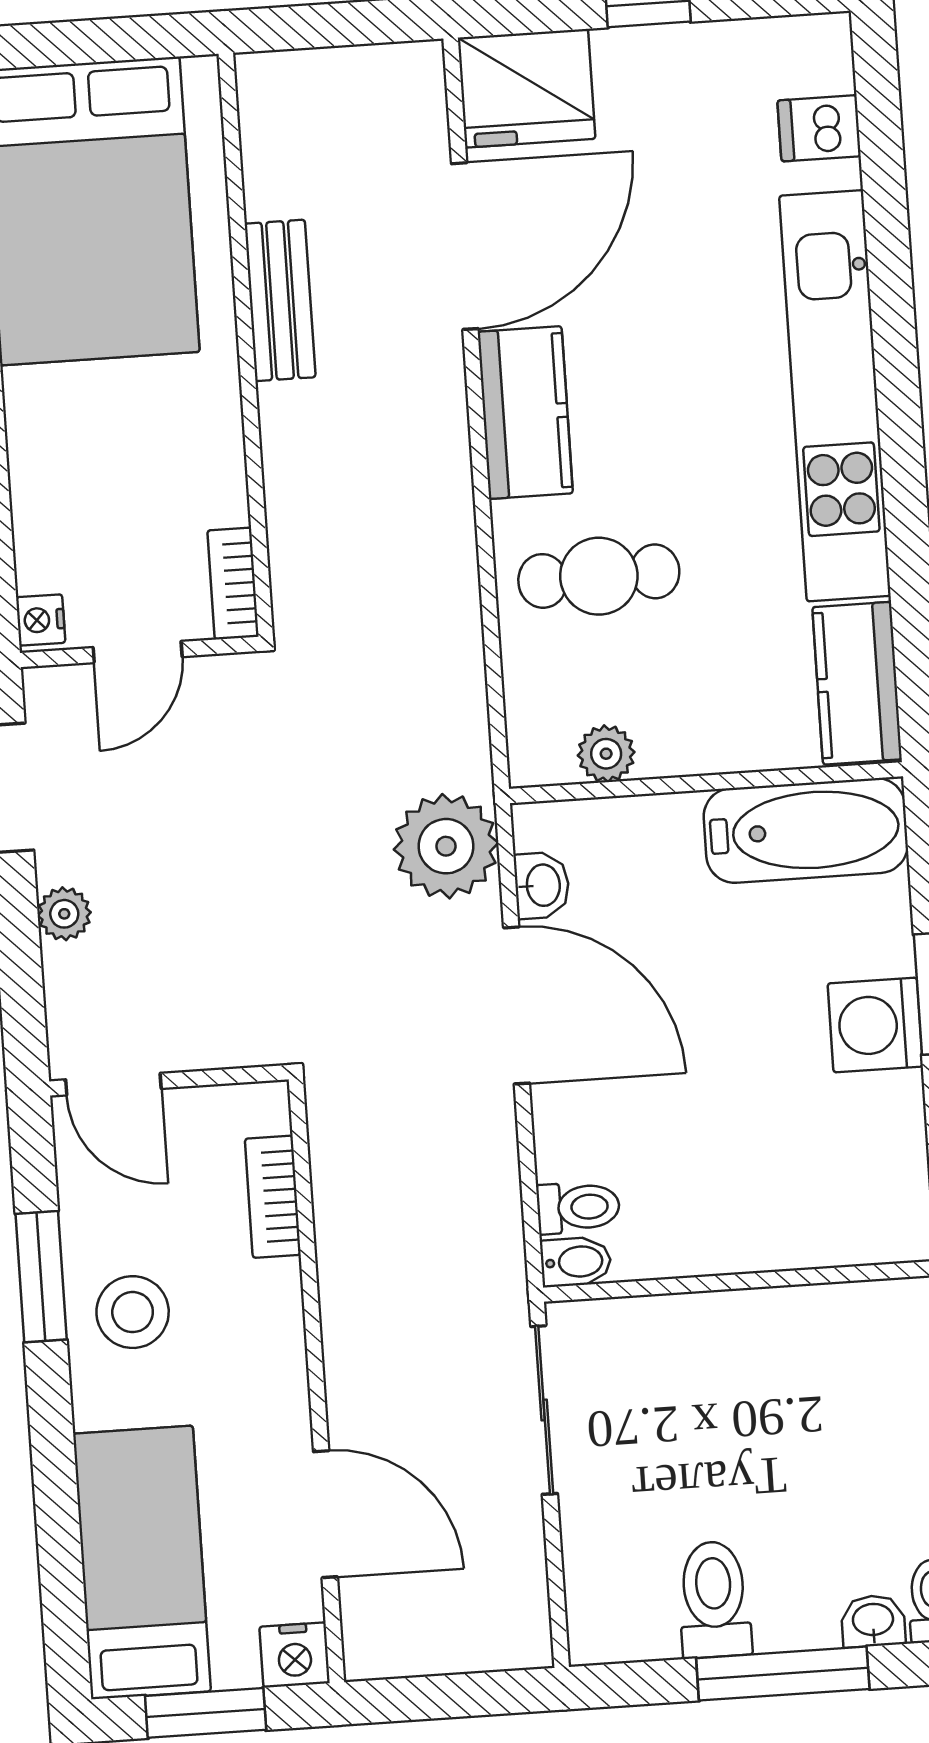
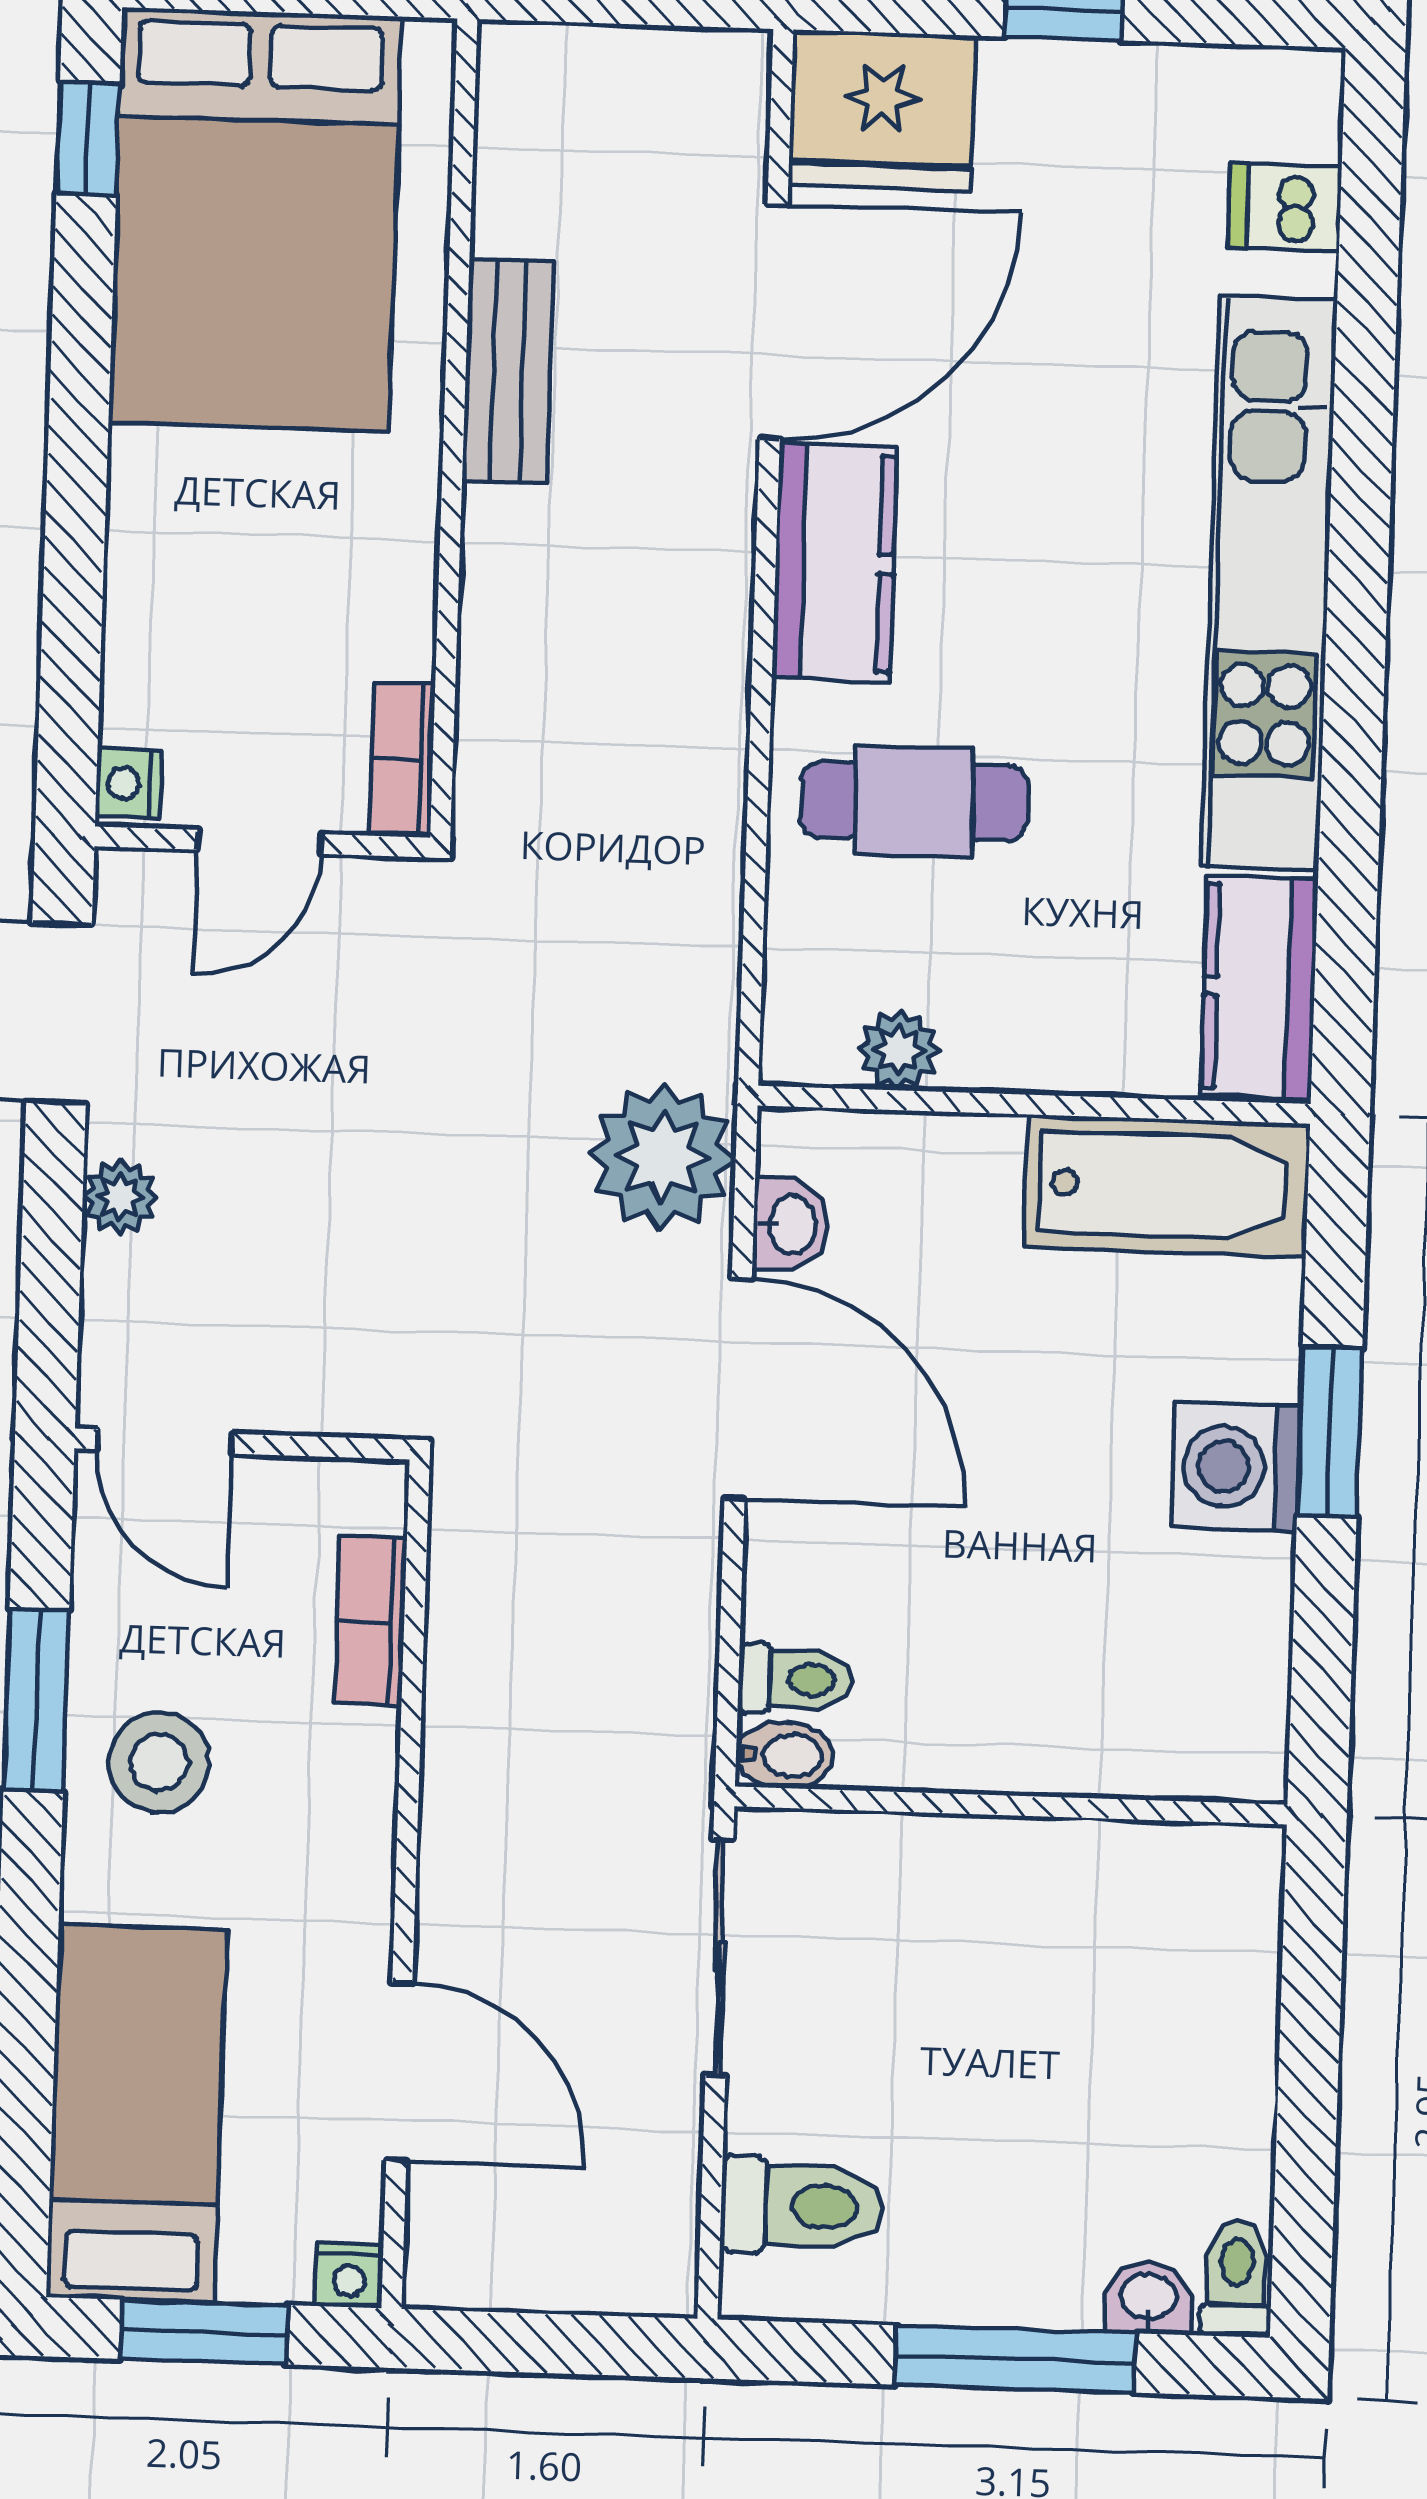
toilet: (714, 1599) -> (802, 2206), moved, turned 90
nightstand: (295, 1655) -> (349, 2275), width x0.72, depth x0.74

